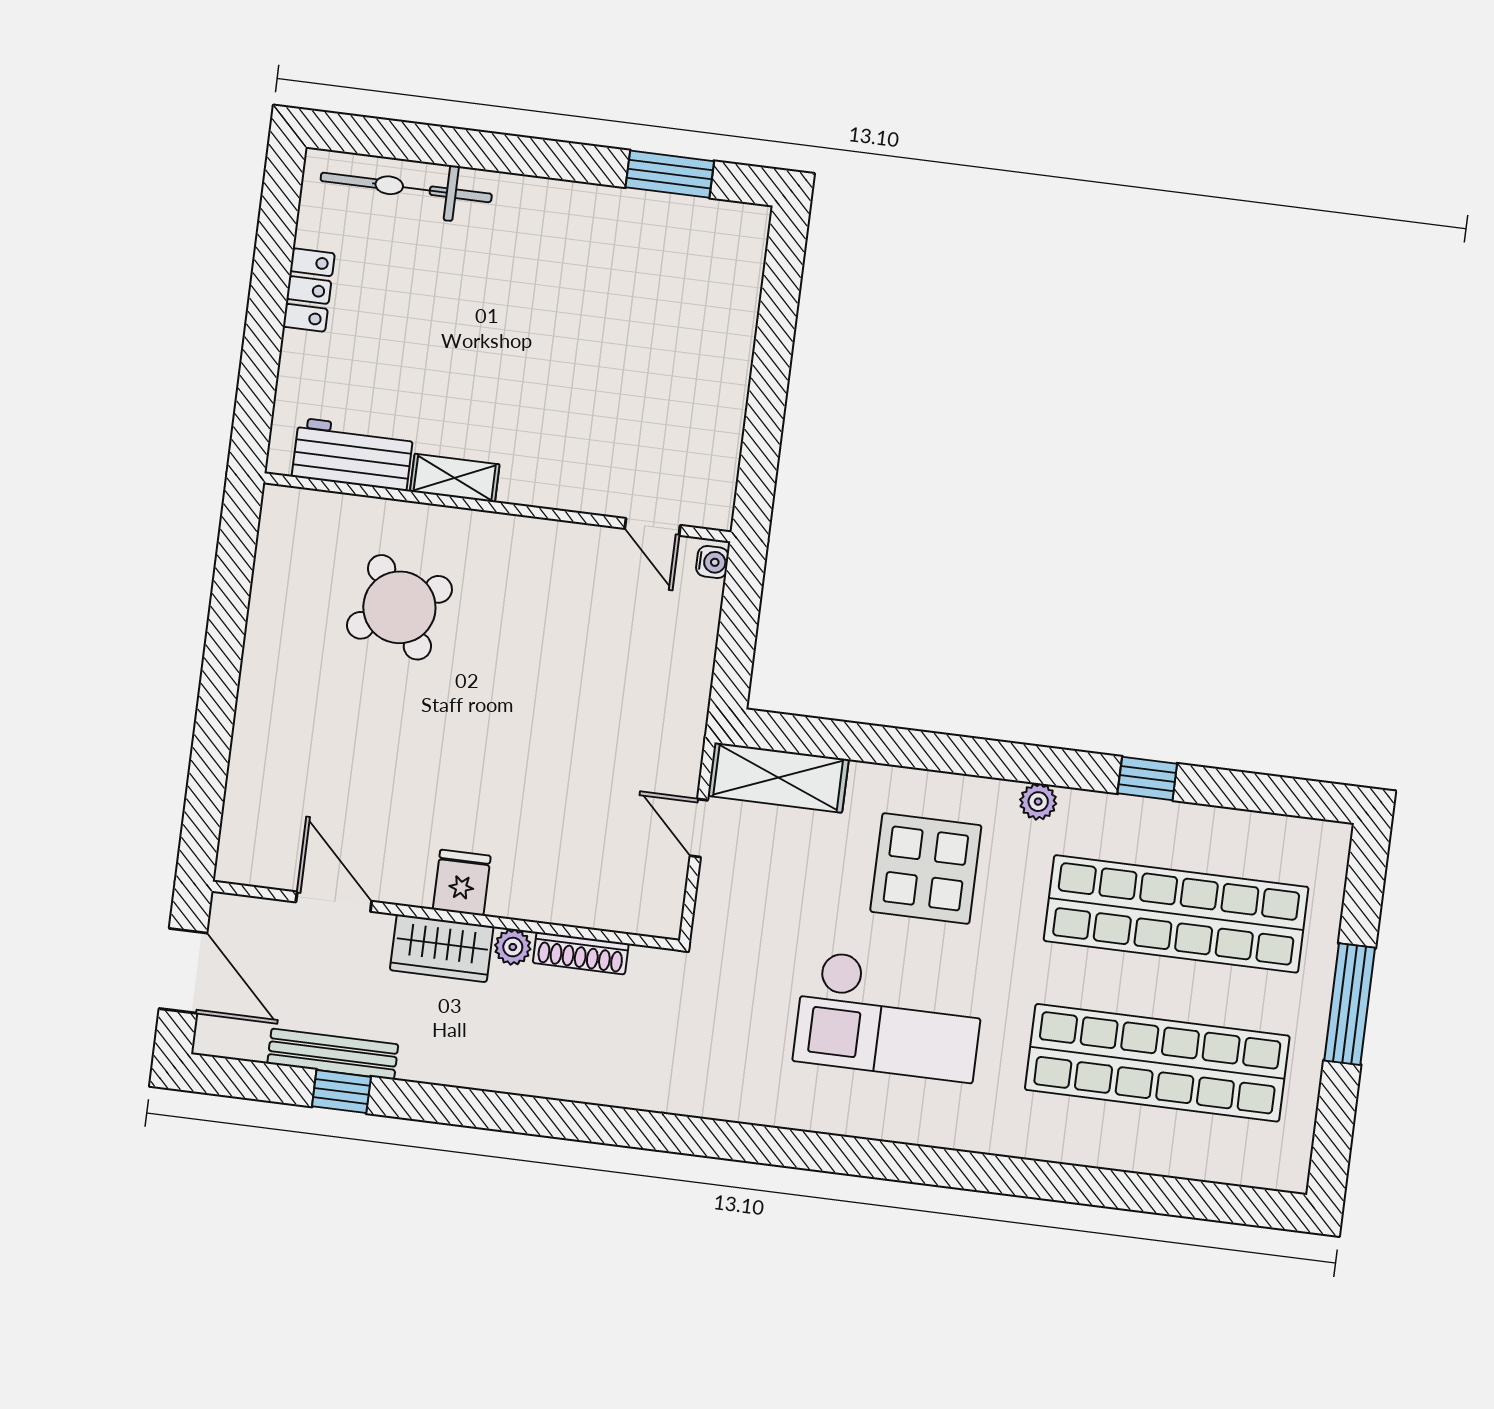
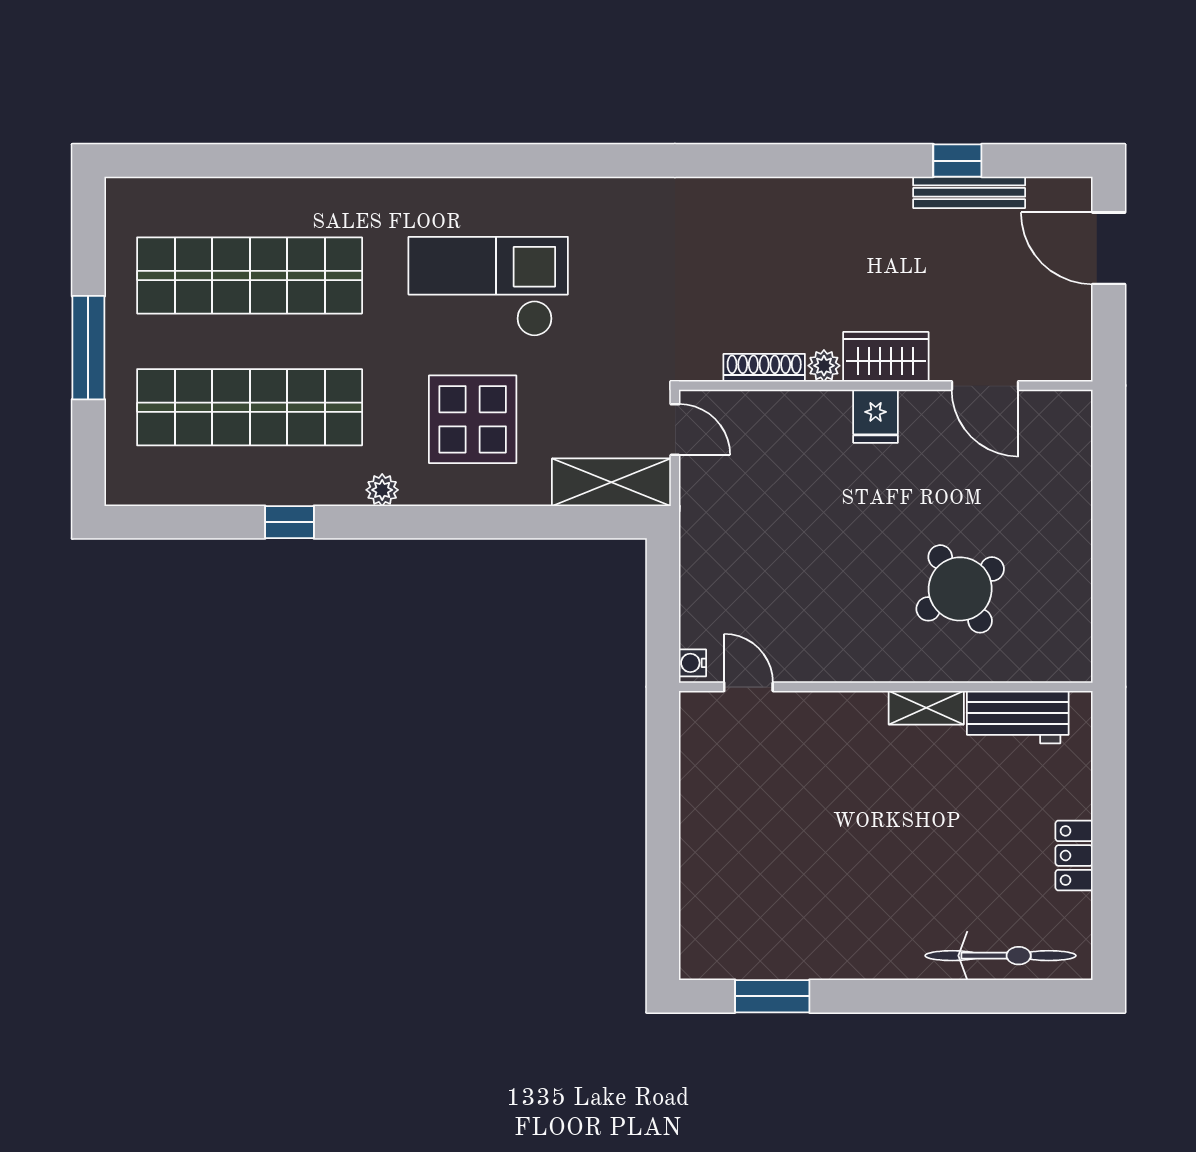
fridge: (462, 883) -> (876, 416), moved
door: (334, 902) -> (985, 386), moved
wall: (446, 916) -> (886, 386), moved
plant: (513, 947) -> (824, 366), moved
wardrobe: (442, 948) -> (886, 357), moved
shoe rack: (581, 953) -> (764, 368), moved

